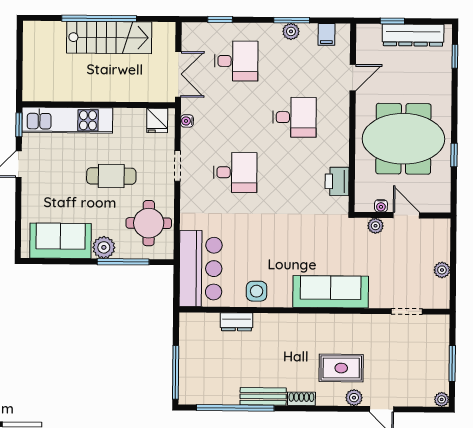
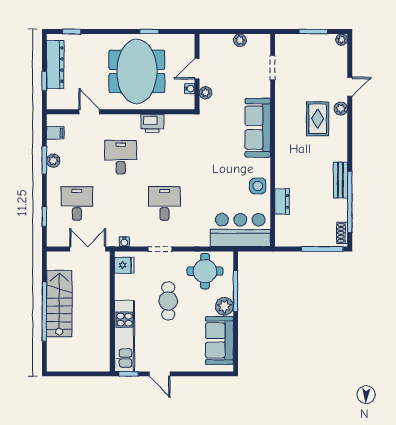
printer: (337, 181) -> (152, 123), moved
shoe rack: (301, 399) -> (342, 233), moved

